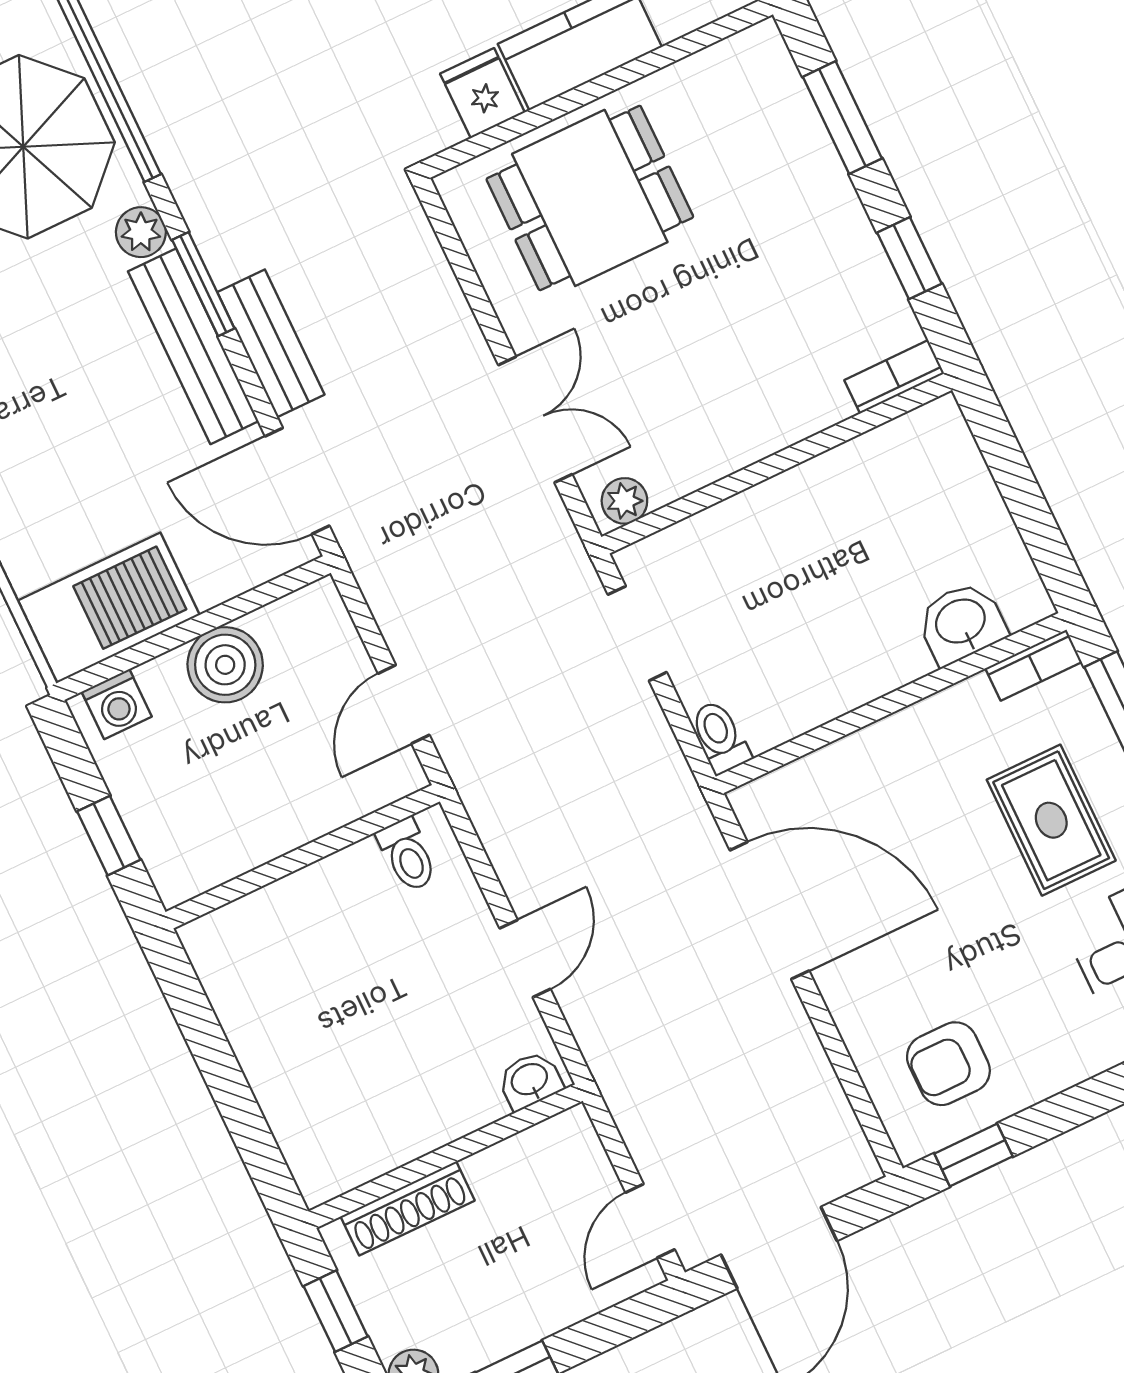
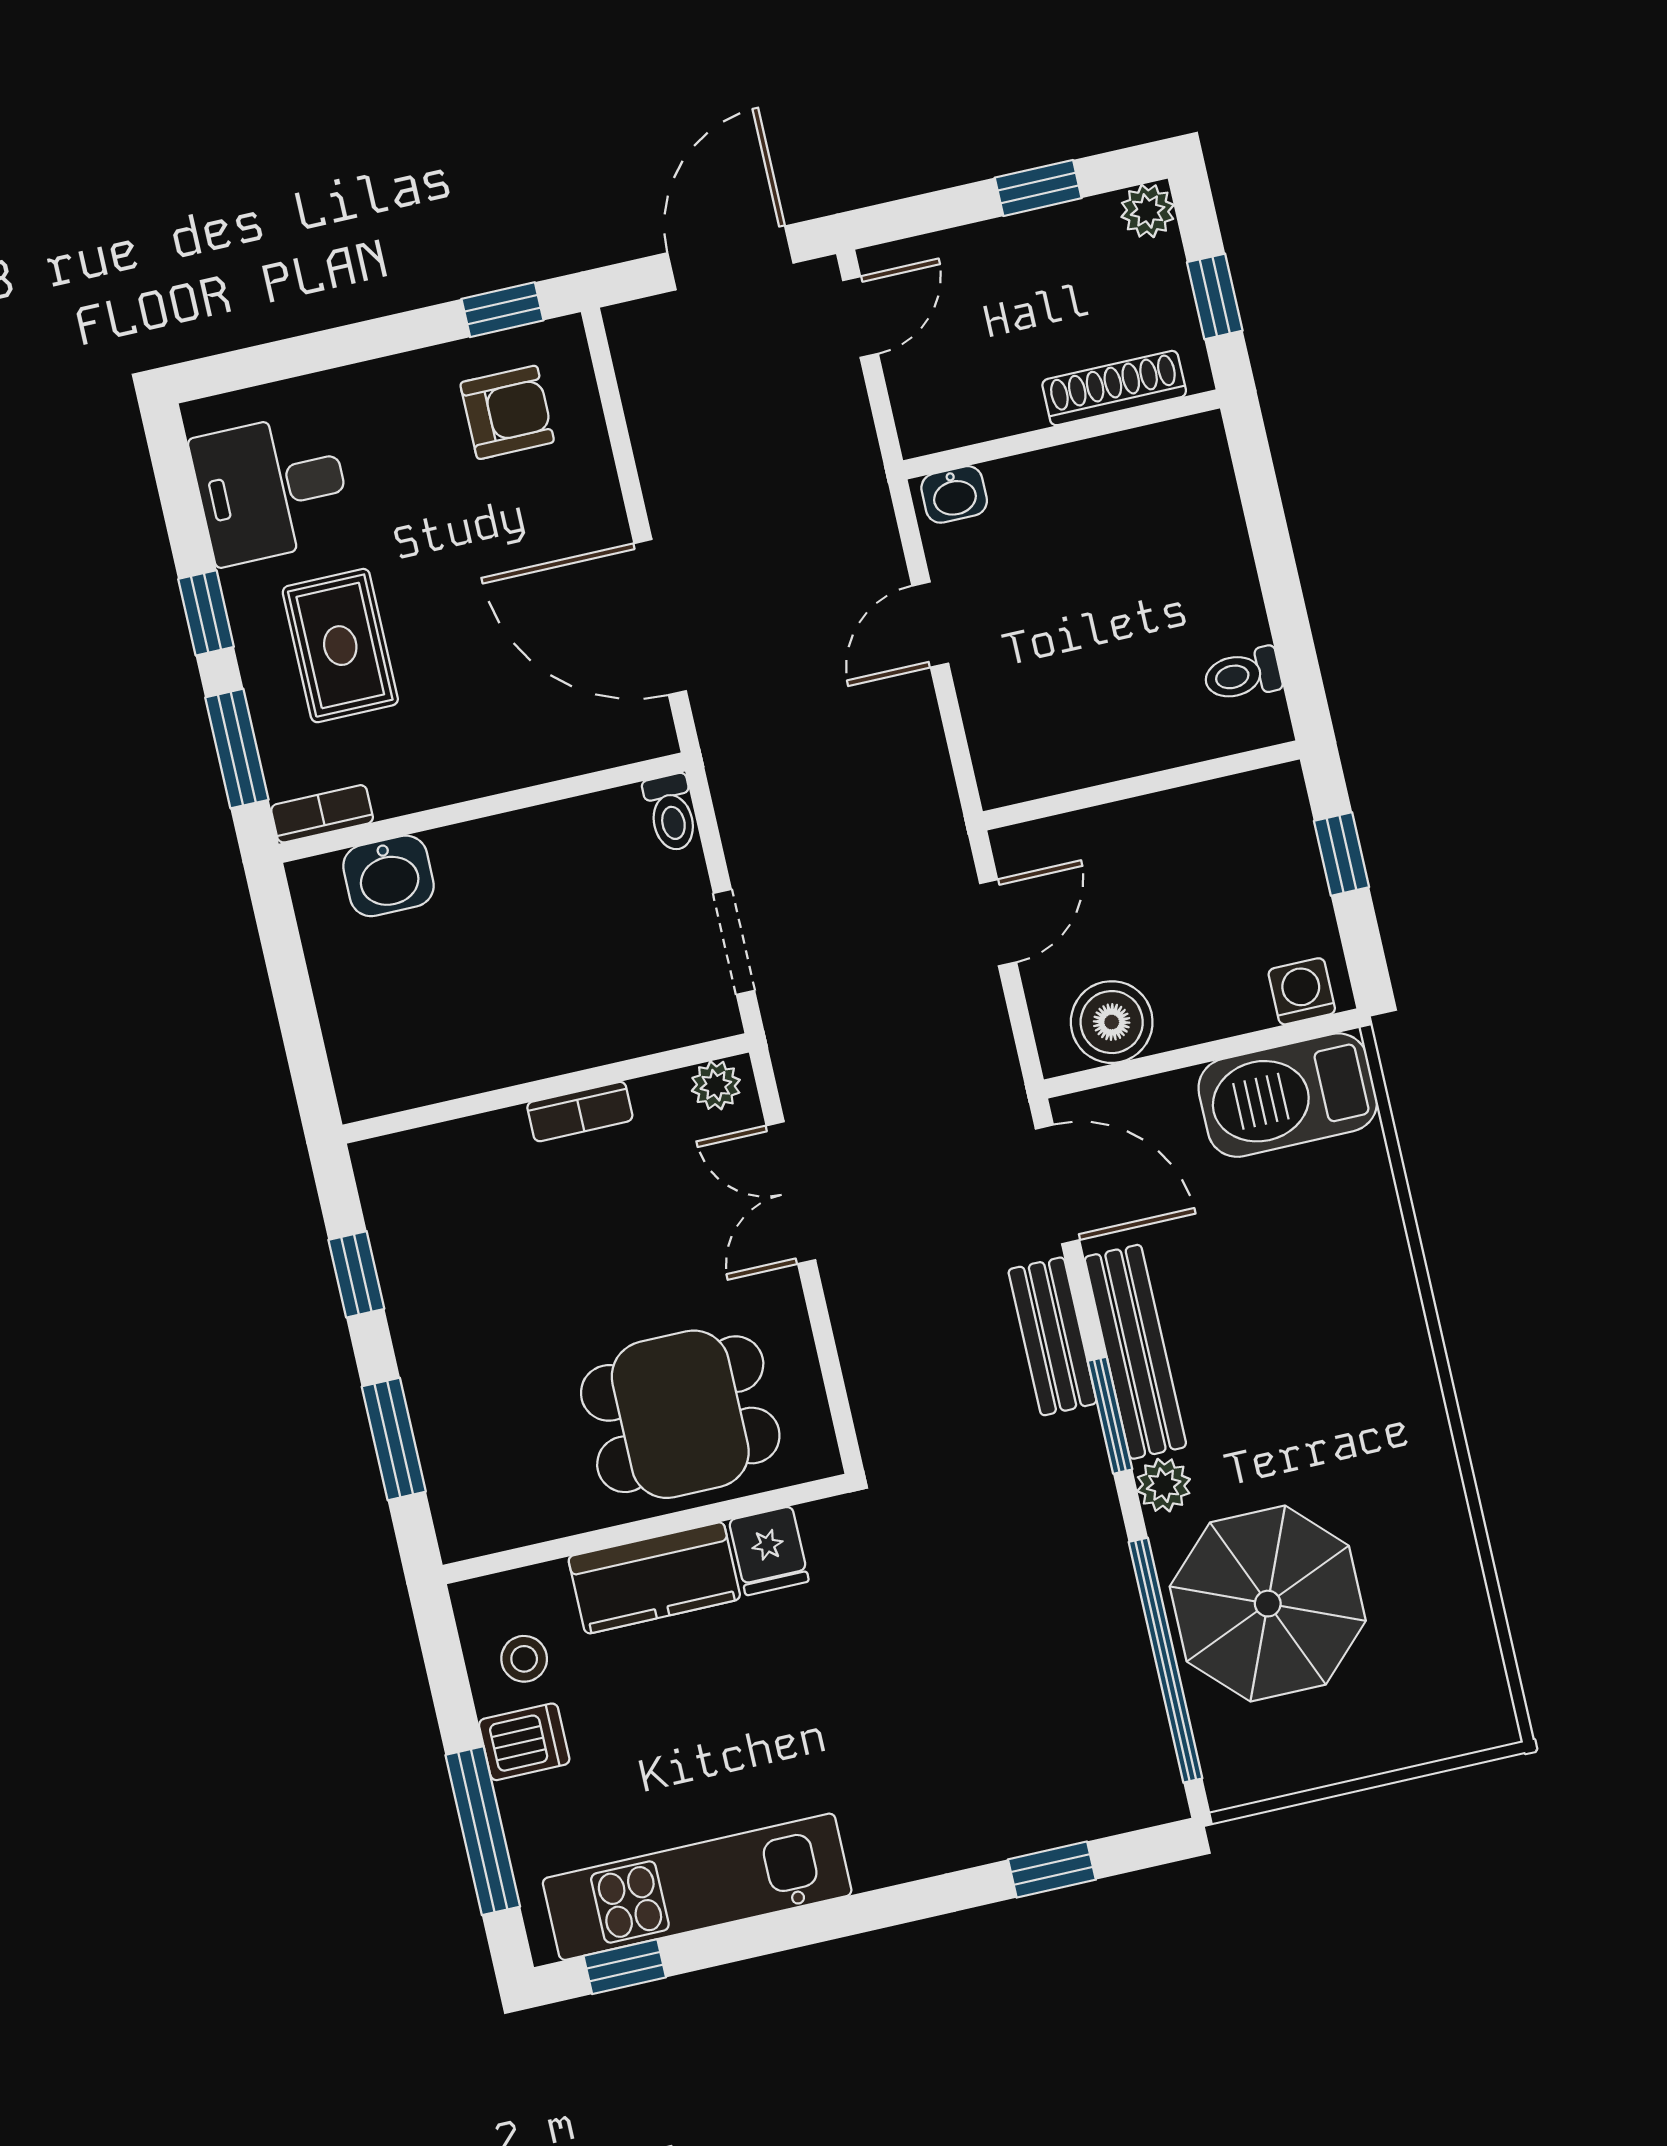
bookcase: (894, 377) -> (580, 1112), moved
boiler: (225, 665) -> (1112, 1022), moved
toilet: (407, 855) -> (1242, 675), moved, turned -90

